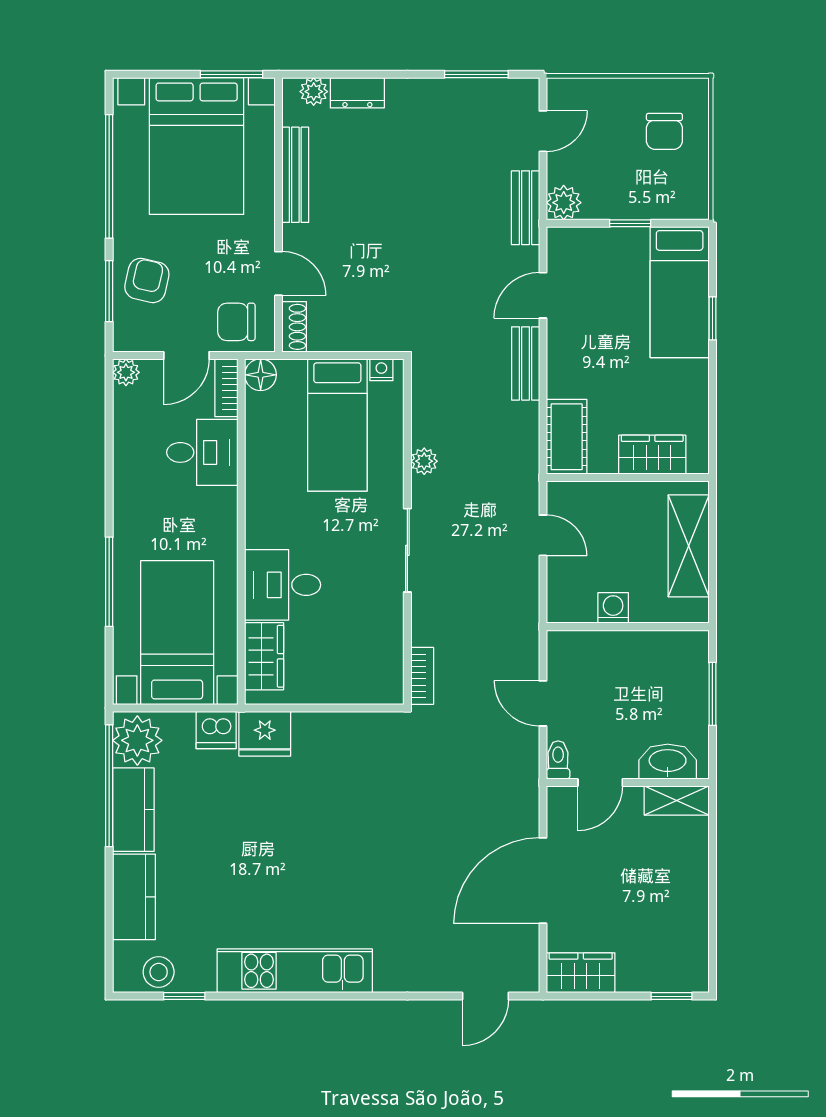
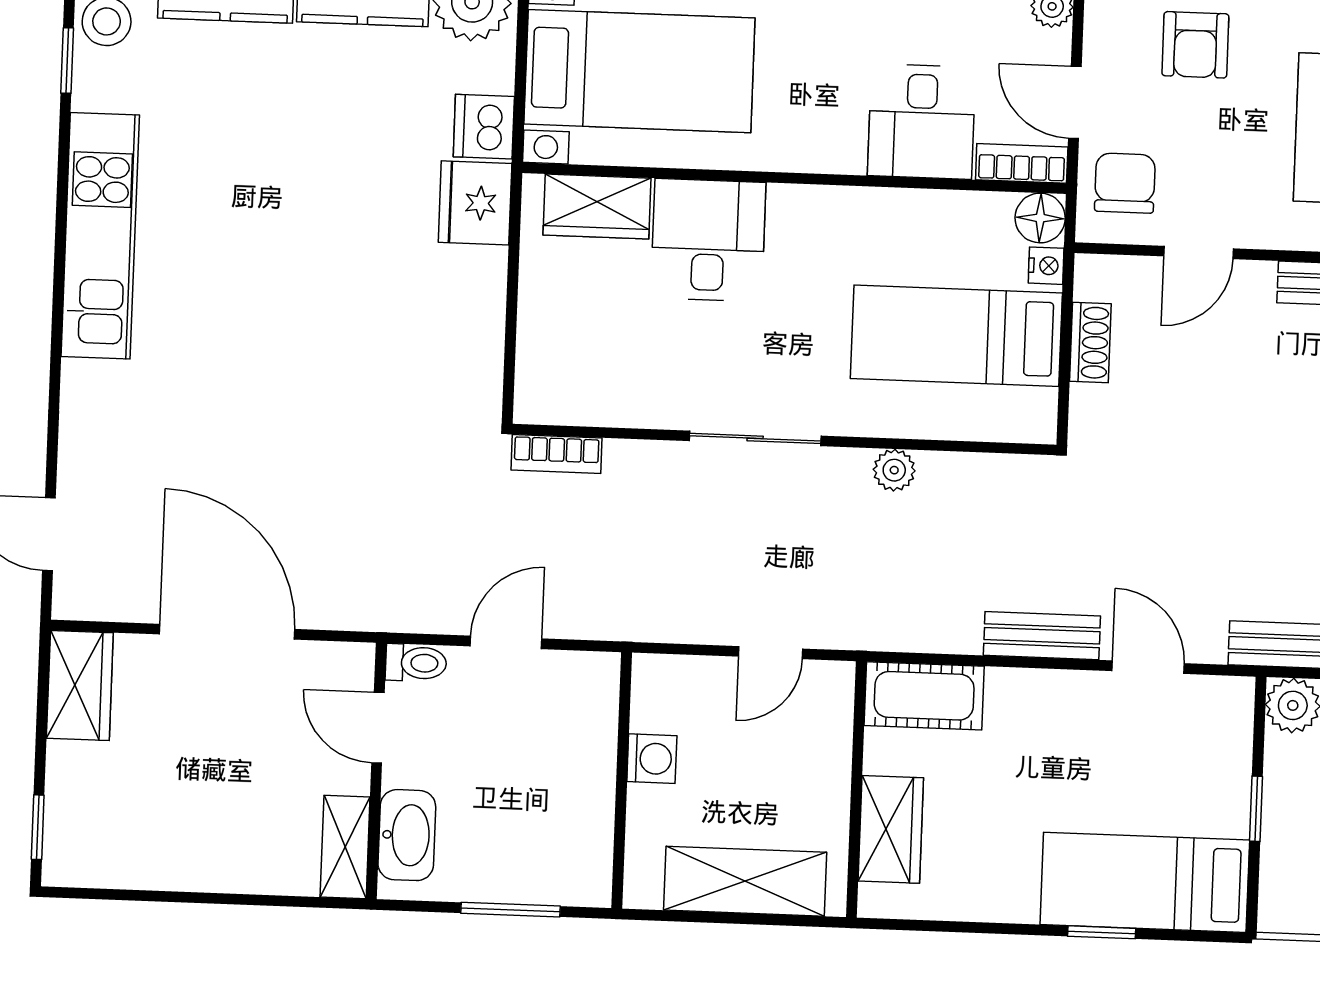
armchair: (147, 280) -> (1195, 45), turned 77
shoe rack: (294, 327) -> (1090, 342), moved, turned -90
nightstand: (381, 370) -> (1046, 266), moved

